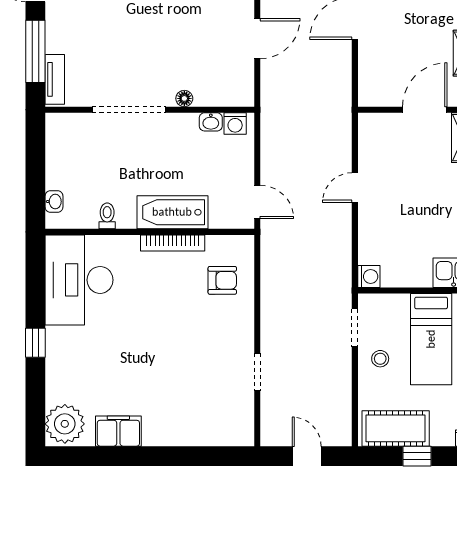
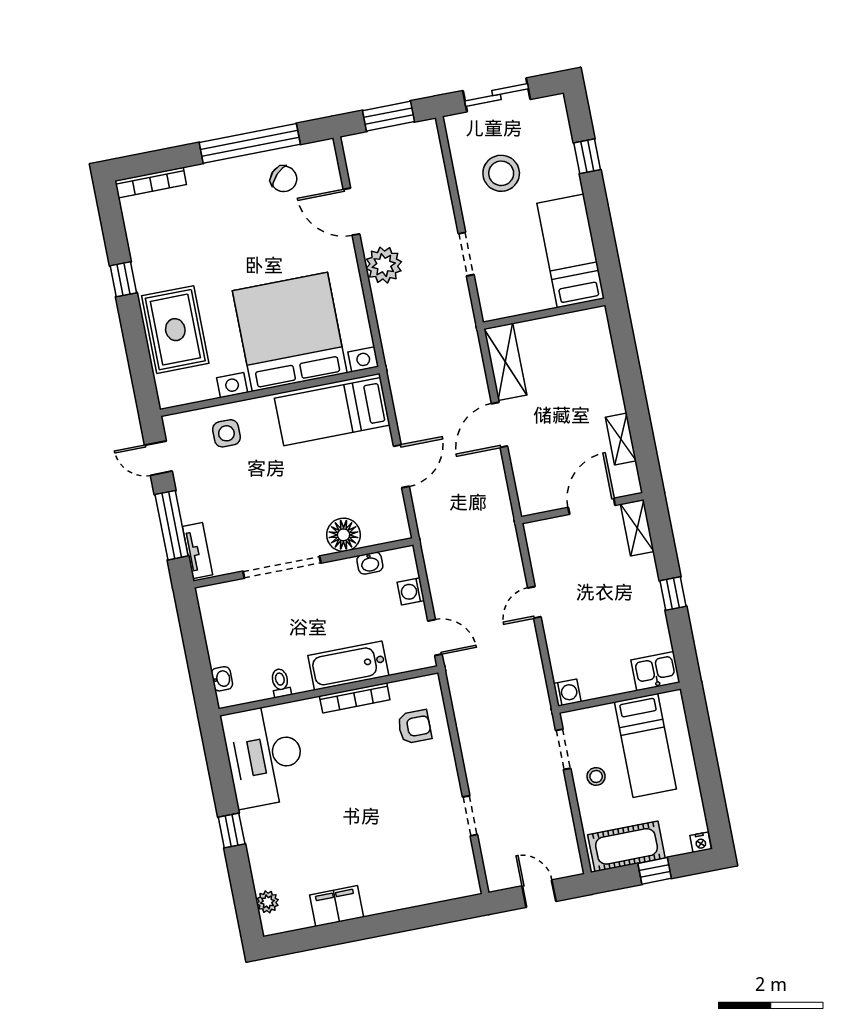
floor lamp: (184, 98) -> (344, 535), width x1.89, depth x1.89
washing machine: (235, 124) -> (411, 591), moved, turned 90
plant: (65, 424) -> (267, 902), width x0.53, depth x0.53

